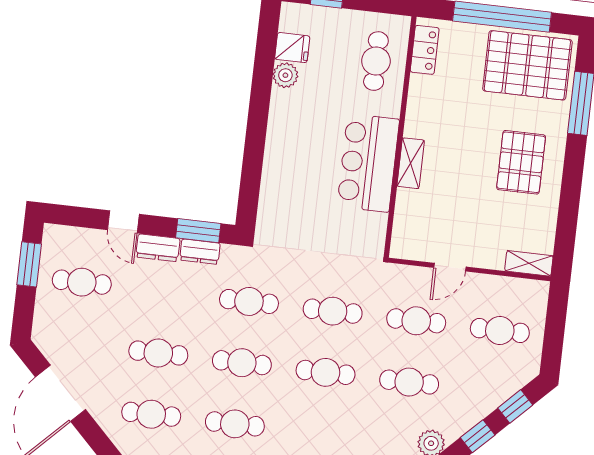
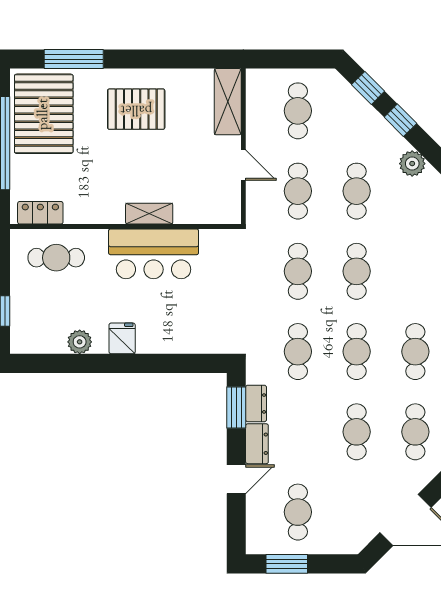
fridge: (292, 48) -> (122, 338), moved
shelving: (529, 263) -> (228, 102), width x1.50, depth x1.33

